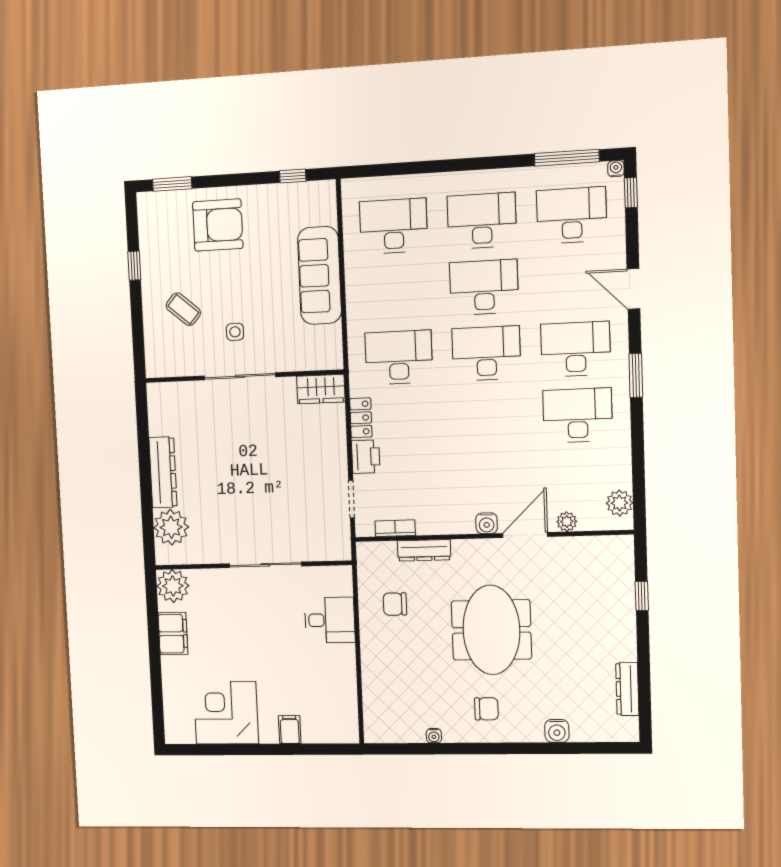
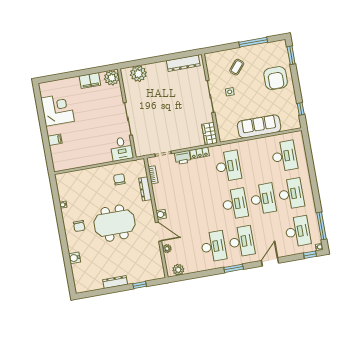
window: (134, 266) -> (253, 42), width x2.17
dresser: (163, 472) -> (183, 63), moved
desk: (330, 620) -> (122, 149), moved
dresser: (627, 689) -> (115, 282), moved

